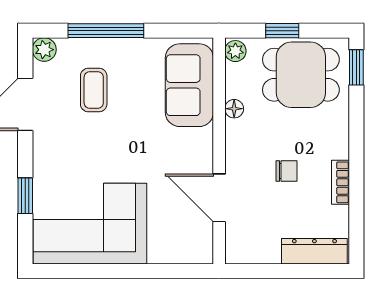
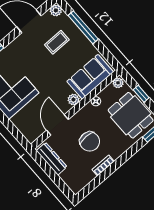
plant: (202, 140) -> (73, 100), added
chair: (287, 171) -> (90, 141), width x1.87, depth x1.87
dresser: (314, 251) -> (52, 159), moved

